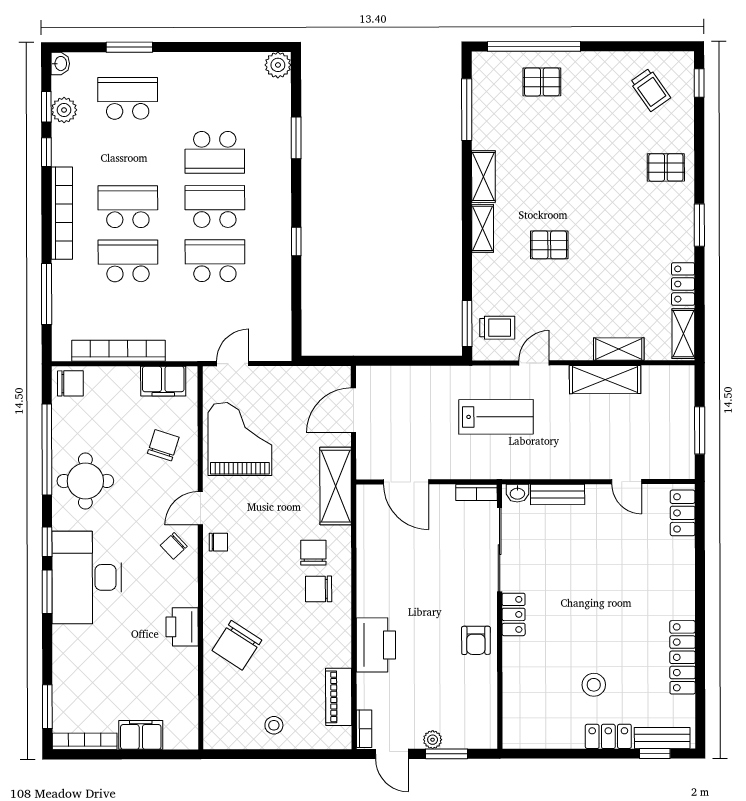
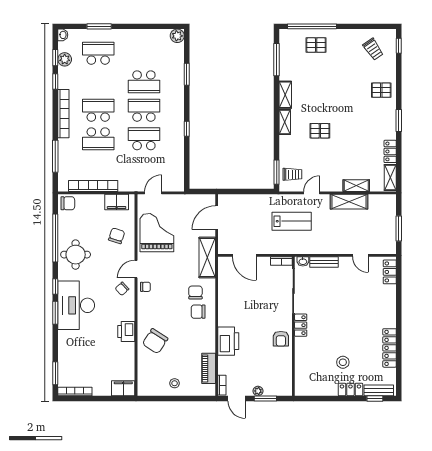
school desk: (128, 261) -> (98, 139), turned 180
filing cabinet: (141, 735) -> (123, 388), moved

